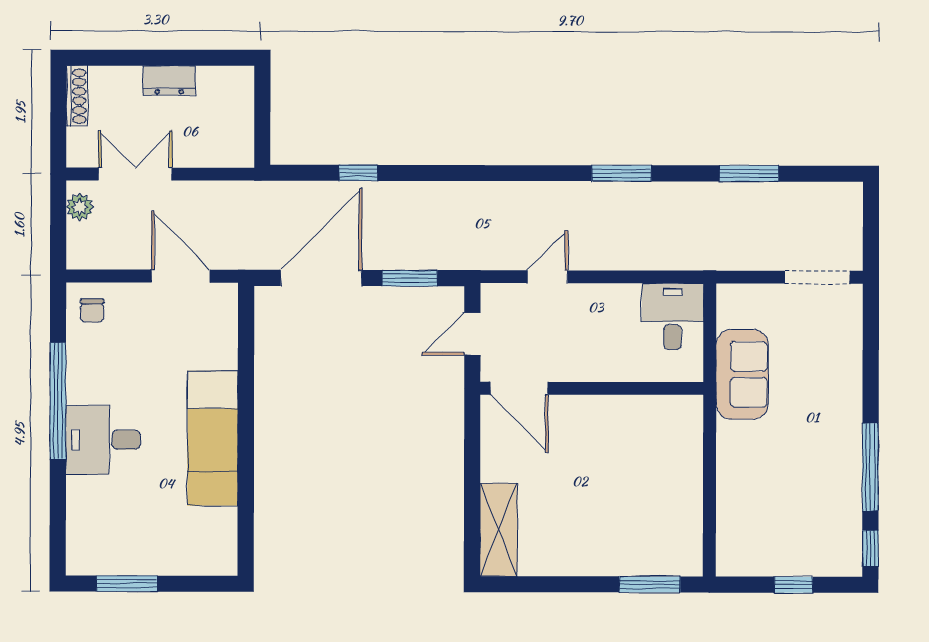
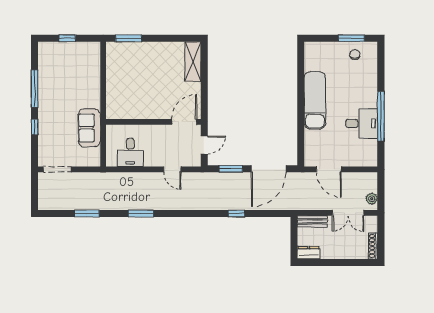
dresser: (169, 80) -> (309, 253), moved
bench: (219, 154) -> (312, 221), added
window: (358, 173) -> (237, 214), moved
door: (548, 277) -> (172, 169), hinge flipped
chair: (92, 311) -> (355, 55), moved
desk: (673, 316) -> (130, 153), moved
door: (519, 388) -> (184, 122), hinge flipped
desk: (103, 440) -> (362, 124), moved
window: (870, 548) -> (34, 127), moved

